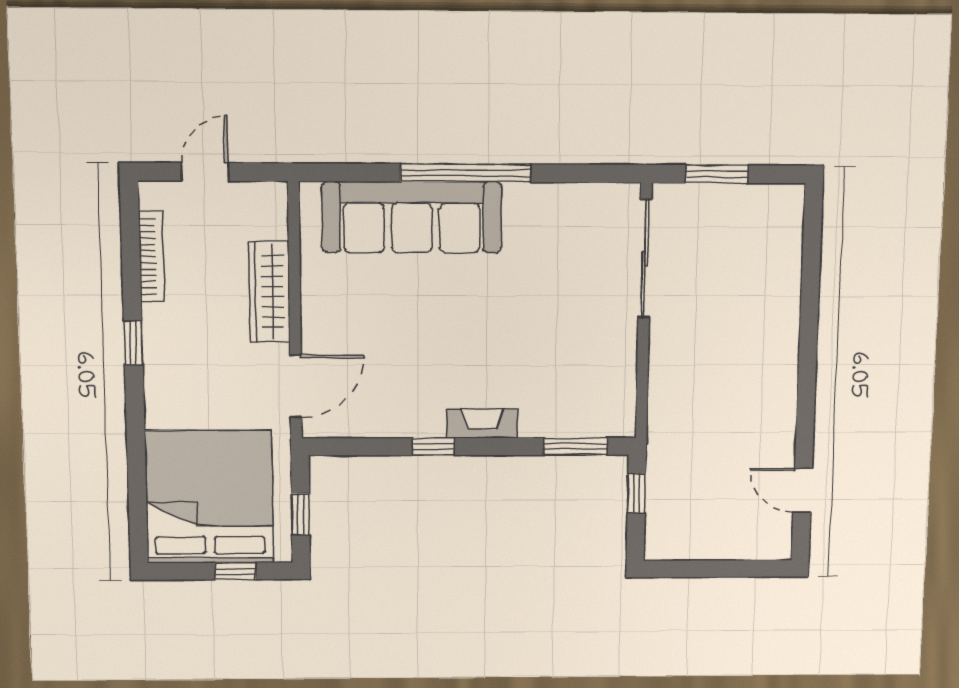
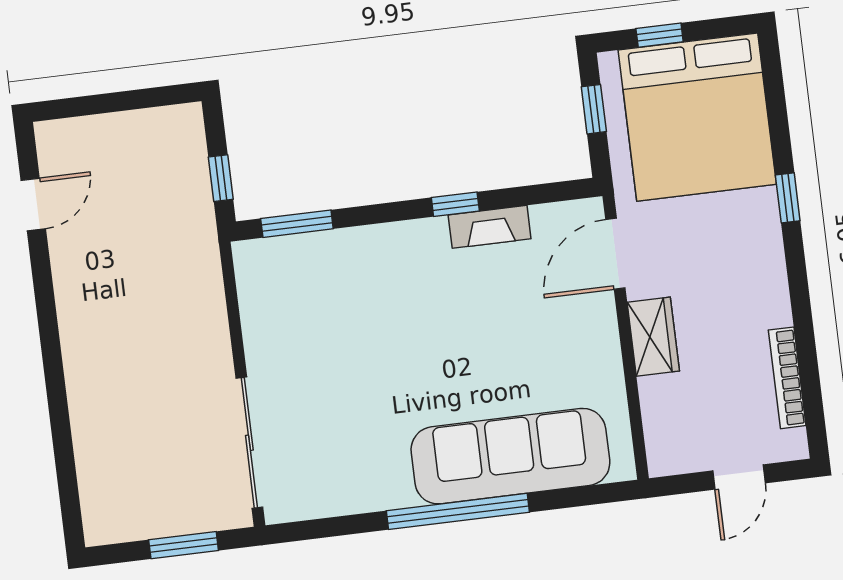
wardrobe: (269, 292) -> (653, 337), width x0.67
window: (133, 343) -> (788, 198), moved
fireplace: (482, 423) -> (490, 227), moved
door: (803, 490) -> (33, 205), hinge flipped

